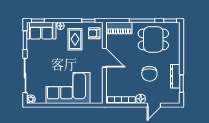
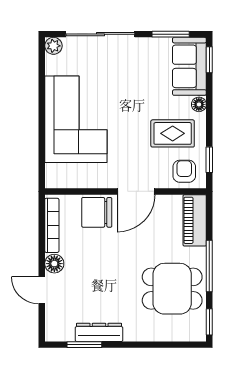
dining table: (153, 39) -> (172, 289), turned 90
chair: (149, 74) -> (97, 212), moved

